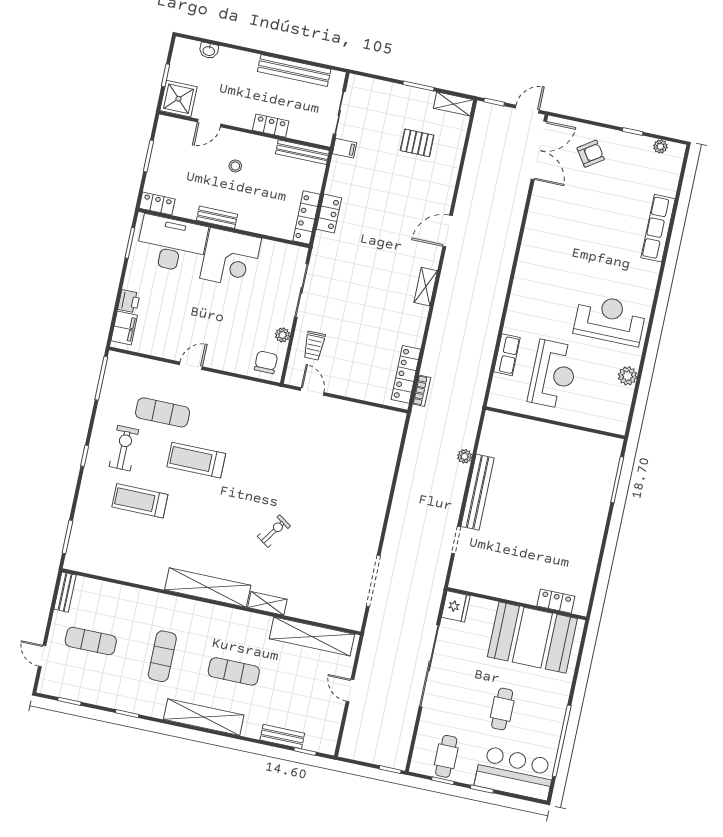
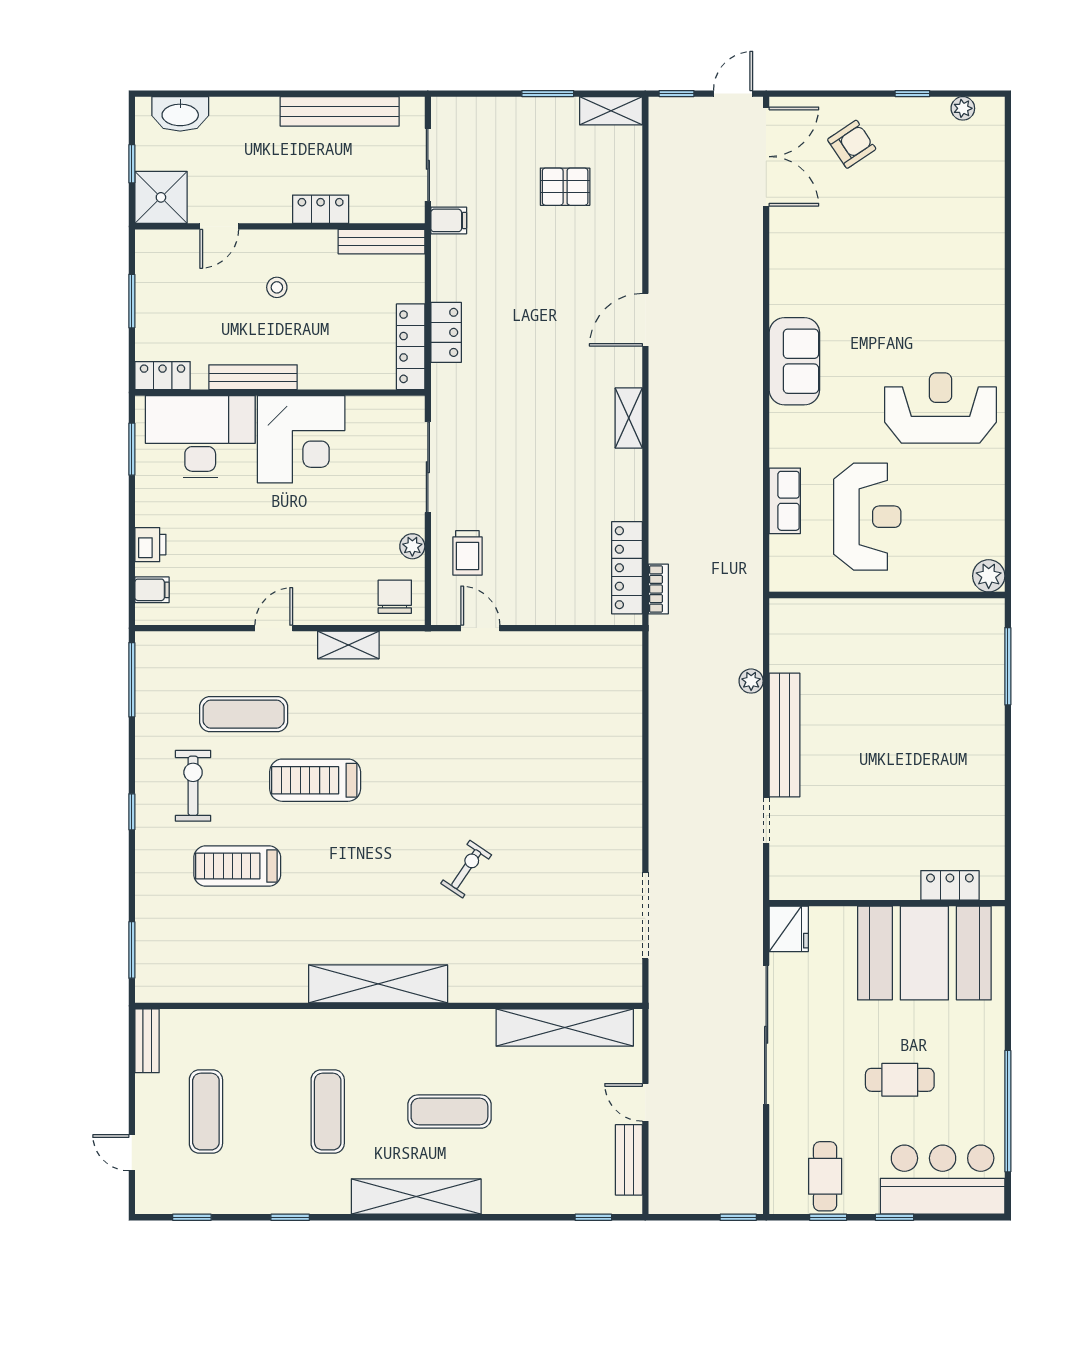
washbasin: (209, 51) -> (180, 114), width x1.91, depth x1.45
bench: (217, 217) -> (253, 377), width x1.36
row of seats: (658, 228) -> (987, 242), removed
sofa: (530, 274) -> (794, 361), added
filing cabinet: (124, 328) -> (152, 590), width x0.50
plant: (628, 376) -> (989, 576), moved
shelving: (267, 603) -> (348, 645), moved
exercise mat: (91, 641) -> (206, 1112), turned 90
cafe table: (502, 709) -> (900, 1080), turned 90
bench: (282, 737) -> (629, 1160), moved, turned 90

